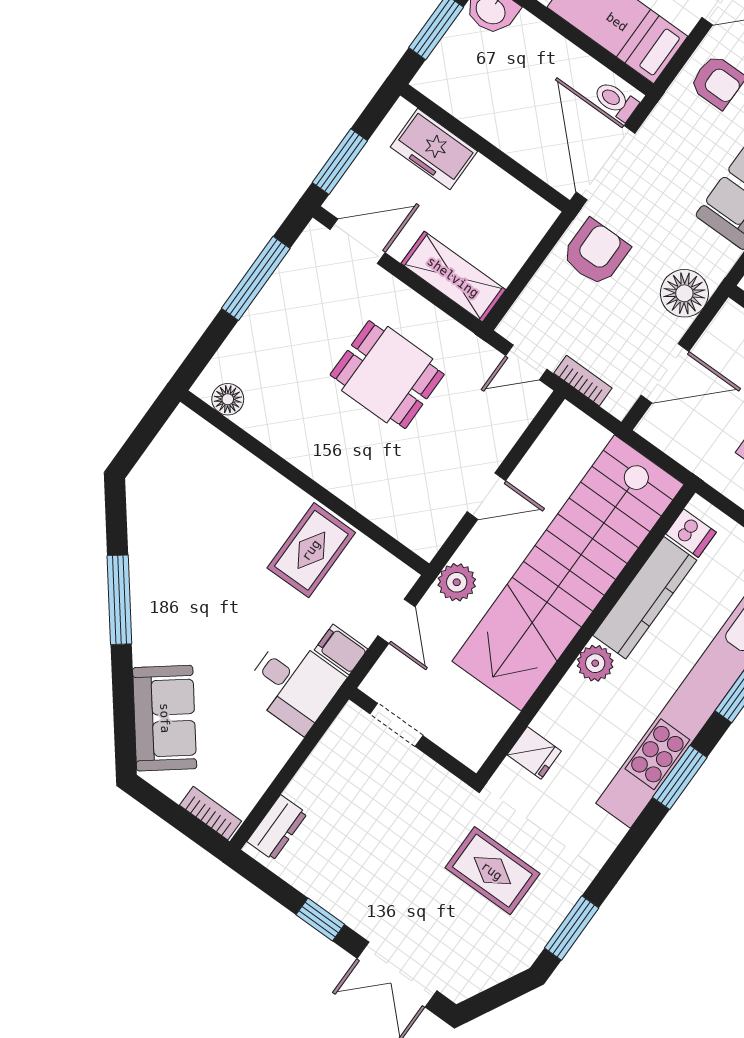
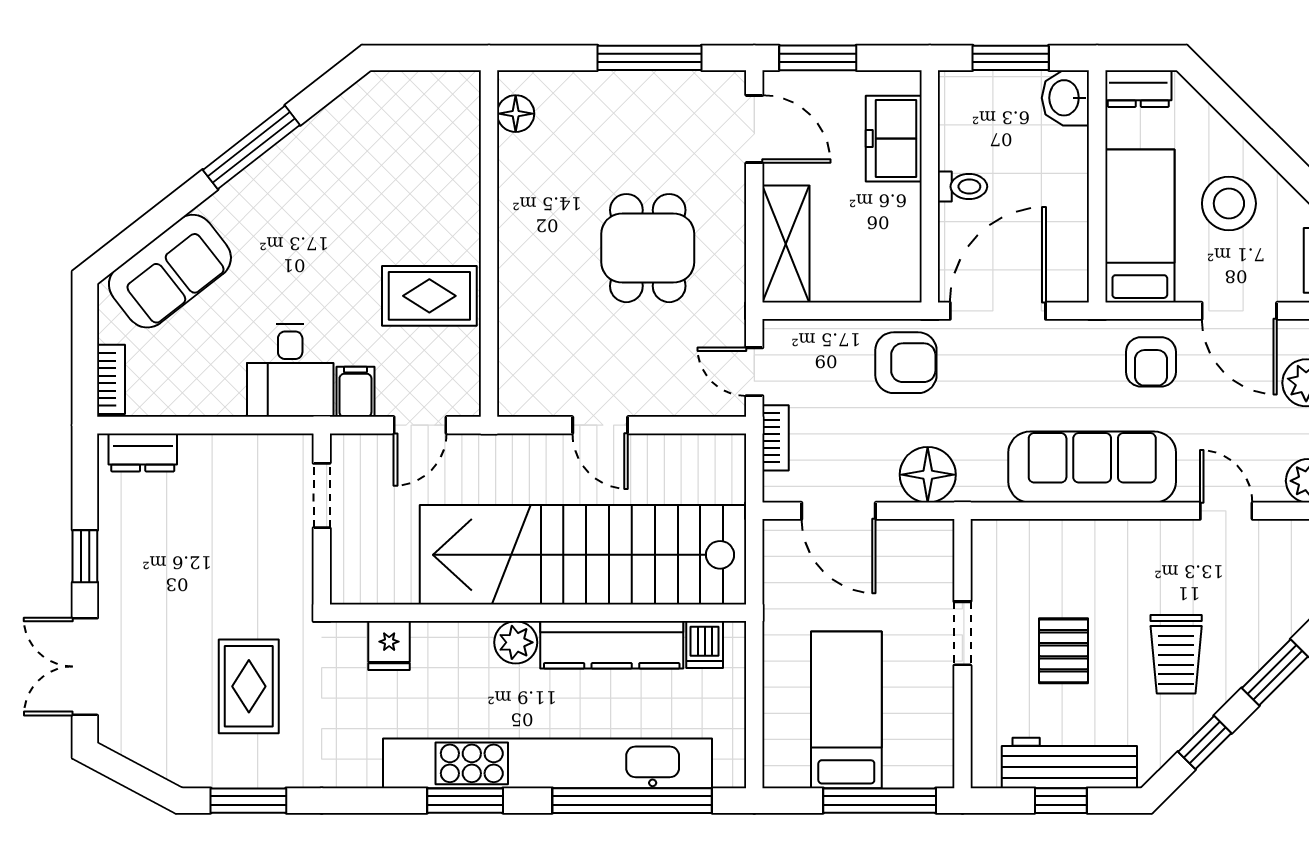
toilet: (616, 101) -> (963, 187), moved, turned 90
plant: (457, 582) -> (498, 456), removed

